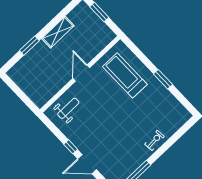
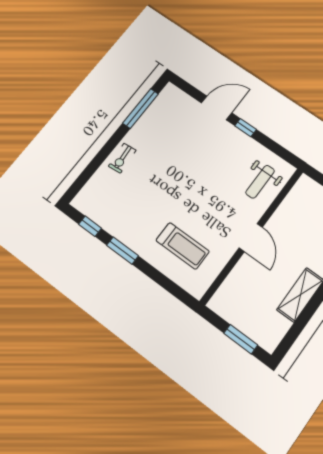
treadmill: (125, 75) -> (183, 246), width x0.73, depth x0.73
window: (181, 99) -> (90, 226), added

